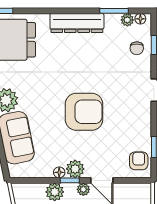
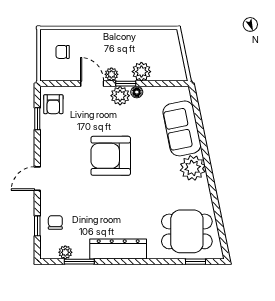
floor lamp: (140, 19) -> (52, 253), removed

